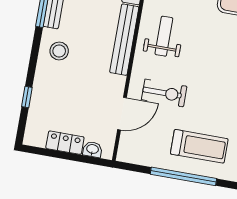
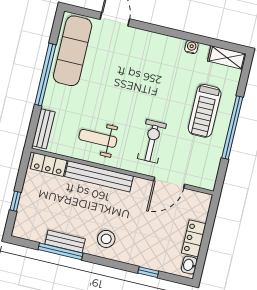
door: (122, 114) -> (169, 183), swing flipped
treadmill: (199, 146) -> (205, 111), turned 180
washbasin: (93, 149) -> (189, 265), moved

